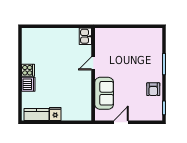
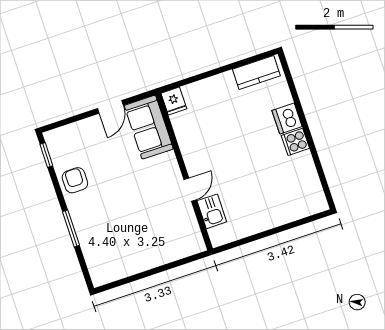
kitchen sink: (85, 36) -> (212, 211), moved
sofa: (104, 93) -> (149, 127), moved
fridge: (55, 114) -> (174, 101), moved

